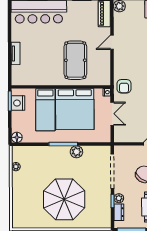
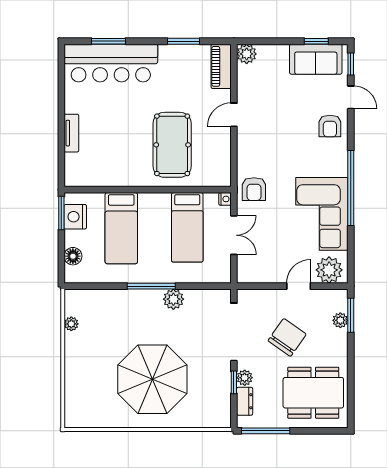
bed: (75, 109) -> (187, 227), width x0.49
floor lamp: (17, 137) -> (73, 256), moved

